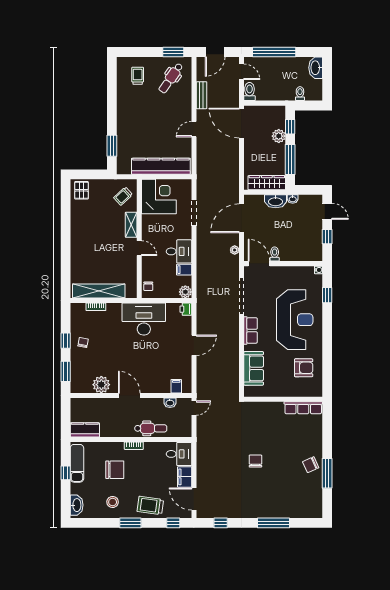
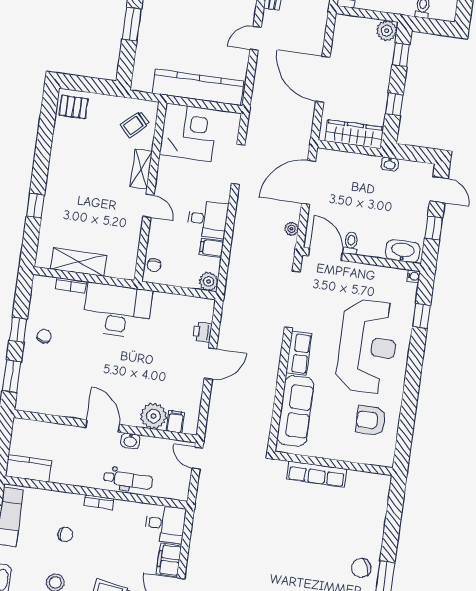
door: (241, 123) -> (323, 79), moved
plant: (279, 136) -> (387, 31), moved
window: (112, 146) -> (132, 24), moved
window: (290, 160) -> (394, 104), width x0.46
pallet: (81, 190) -> (74, 107), turned 90
washbasin: (276, 201) -> (403, 251), moved, turned 180
window: (66, 258) -> (35, 206), added
shelving: (99, 291) -> (79, 262), width x0.68
printer: (186, 309) -> (202, 332), moved
desk: (144, 319) -> (117, 310), moved
sofa: (254, 368) -> (295, 411), width x1.36
armchair: (304, 368) -> (371, 420), turned 180
plant: (101, 385) -> (153, 416), moved
washbasin: (170, 403) -> (130, 441), moved
door: (194, 408) -> (197, 458), swing flipped
row of seats: (303, 408) -> (317, 474), moved
chair: (255, 461) -> (279, 551), removed
chair: (115, 470) -> (65, 534), width x0.54, depth x0.54

